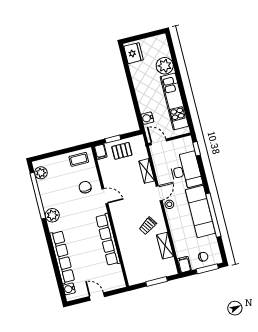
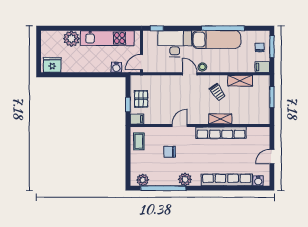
shelving: (147, 171) -> (220, 119), moved
chair: (85, 187) -> (170, 152), moved

